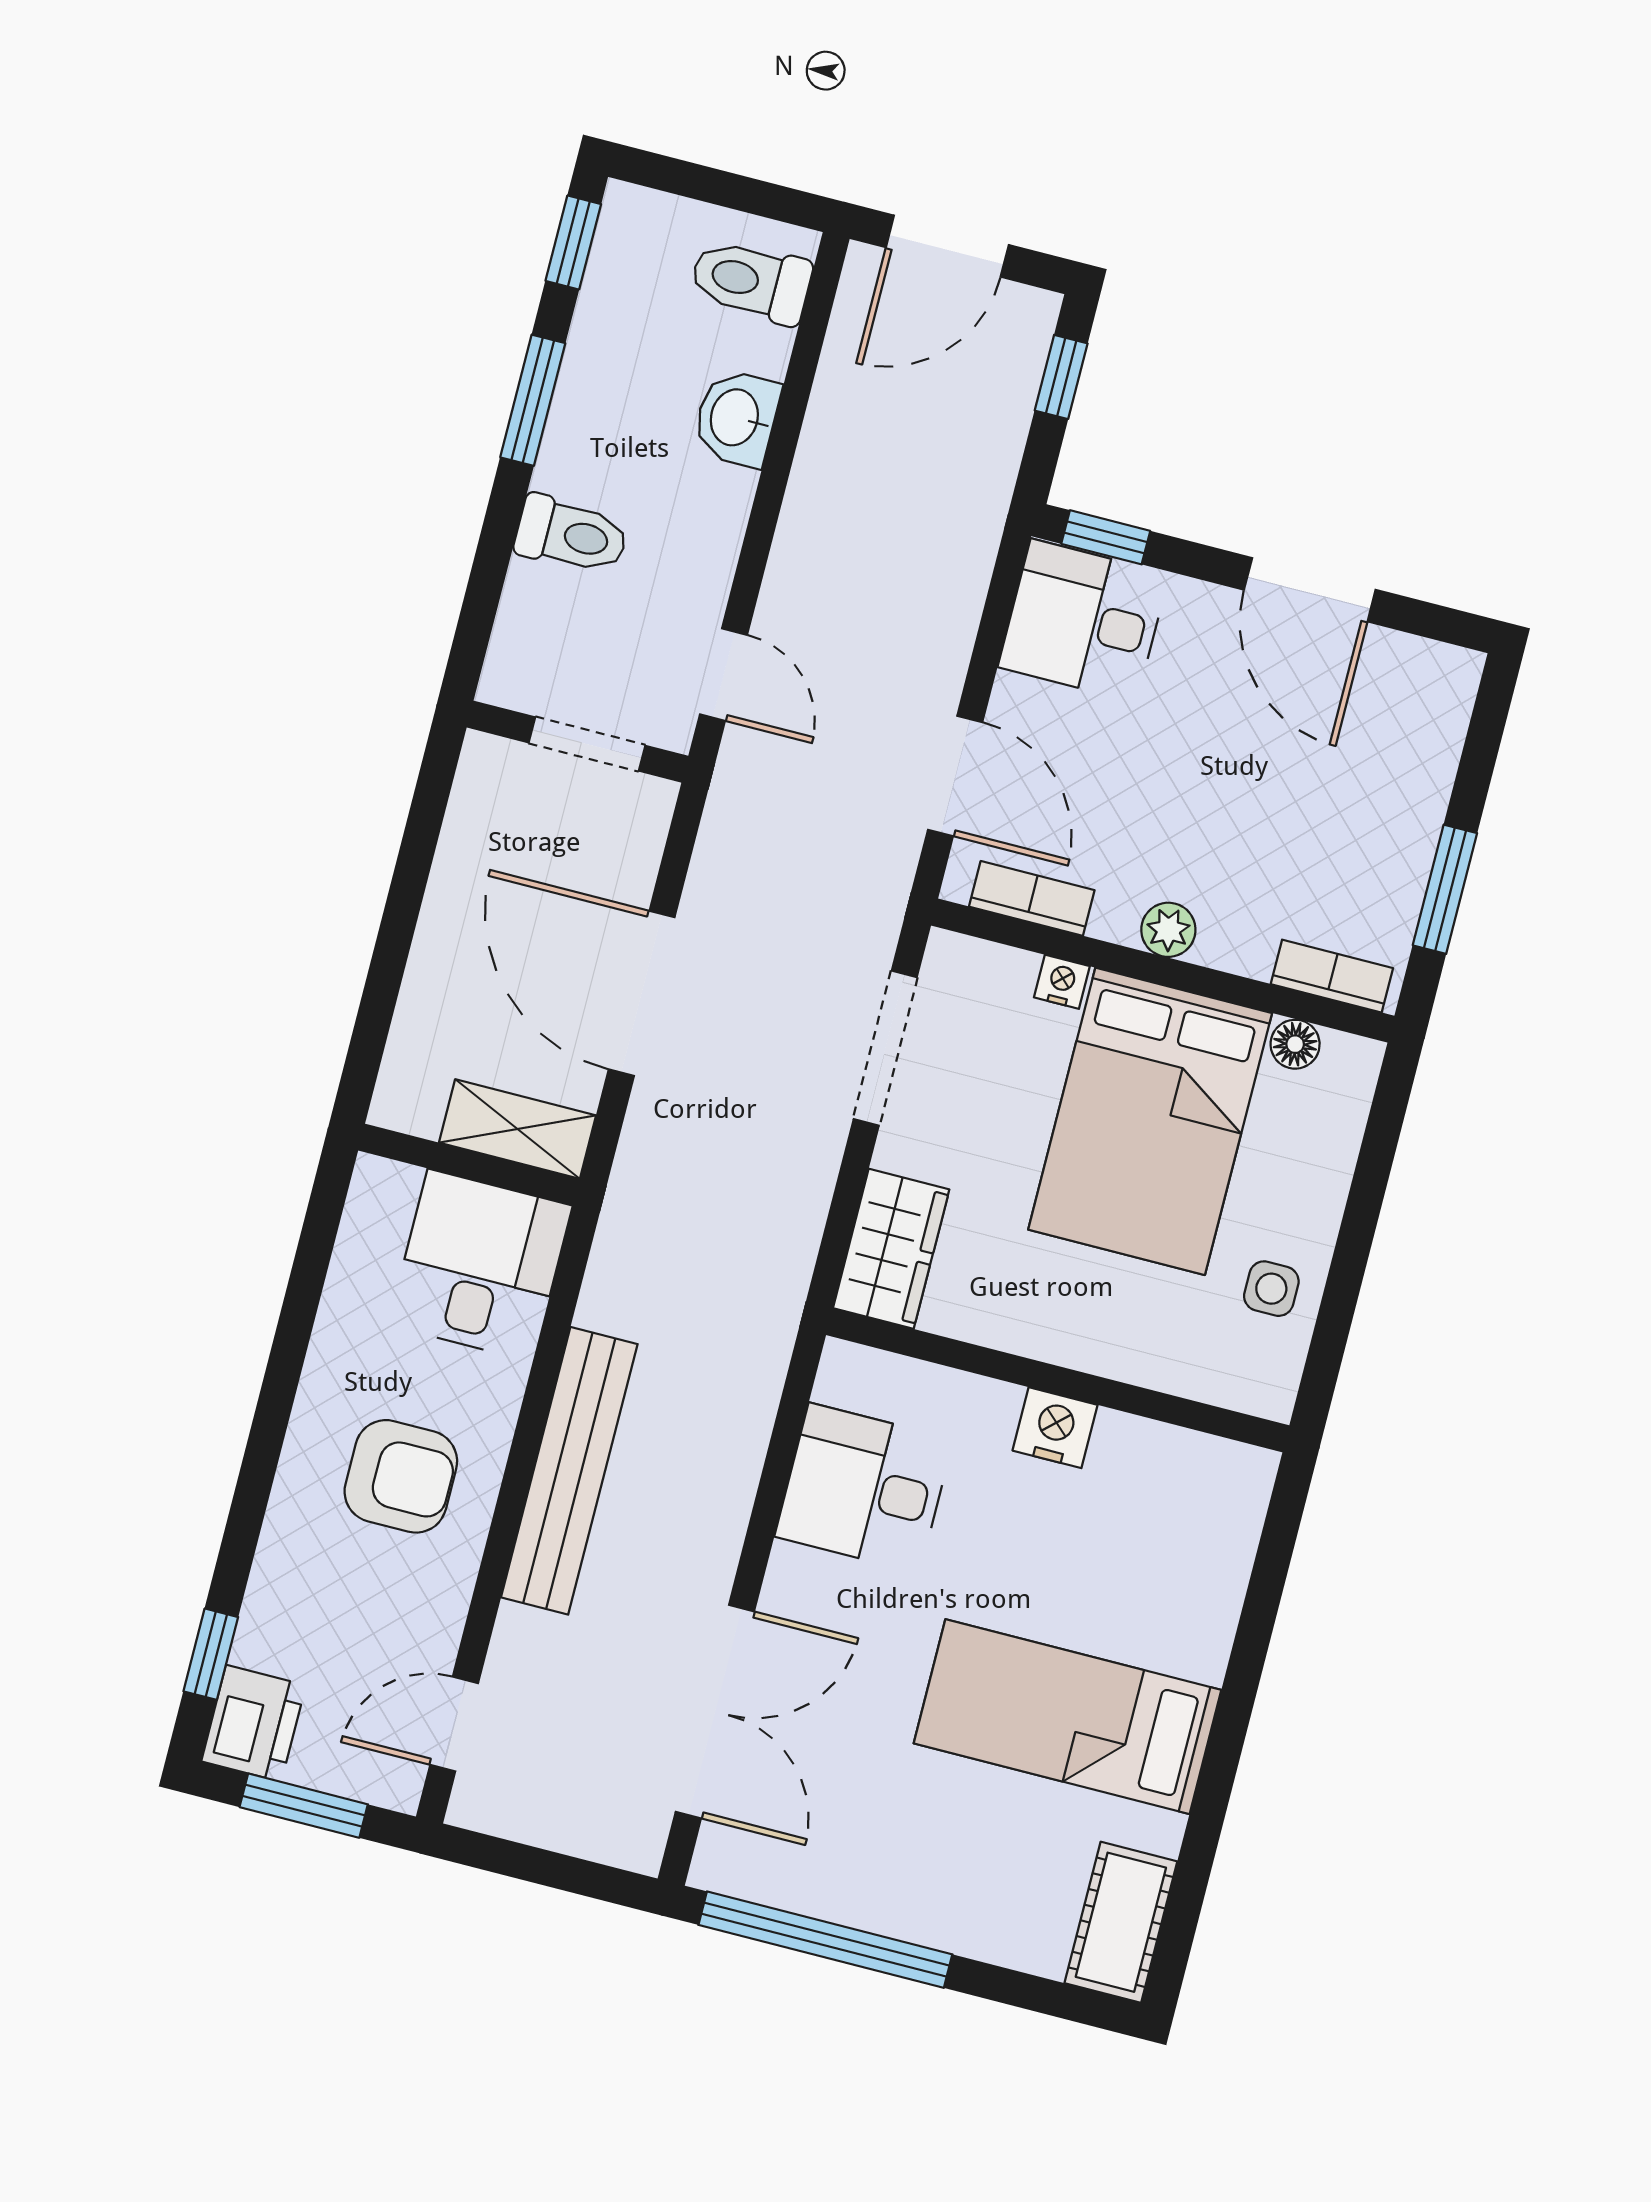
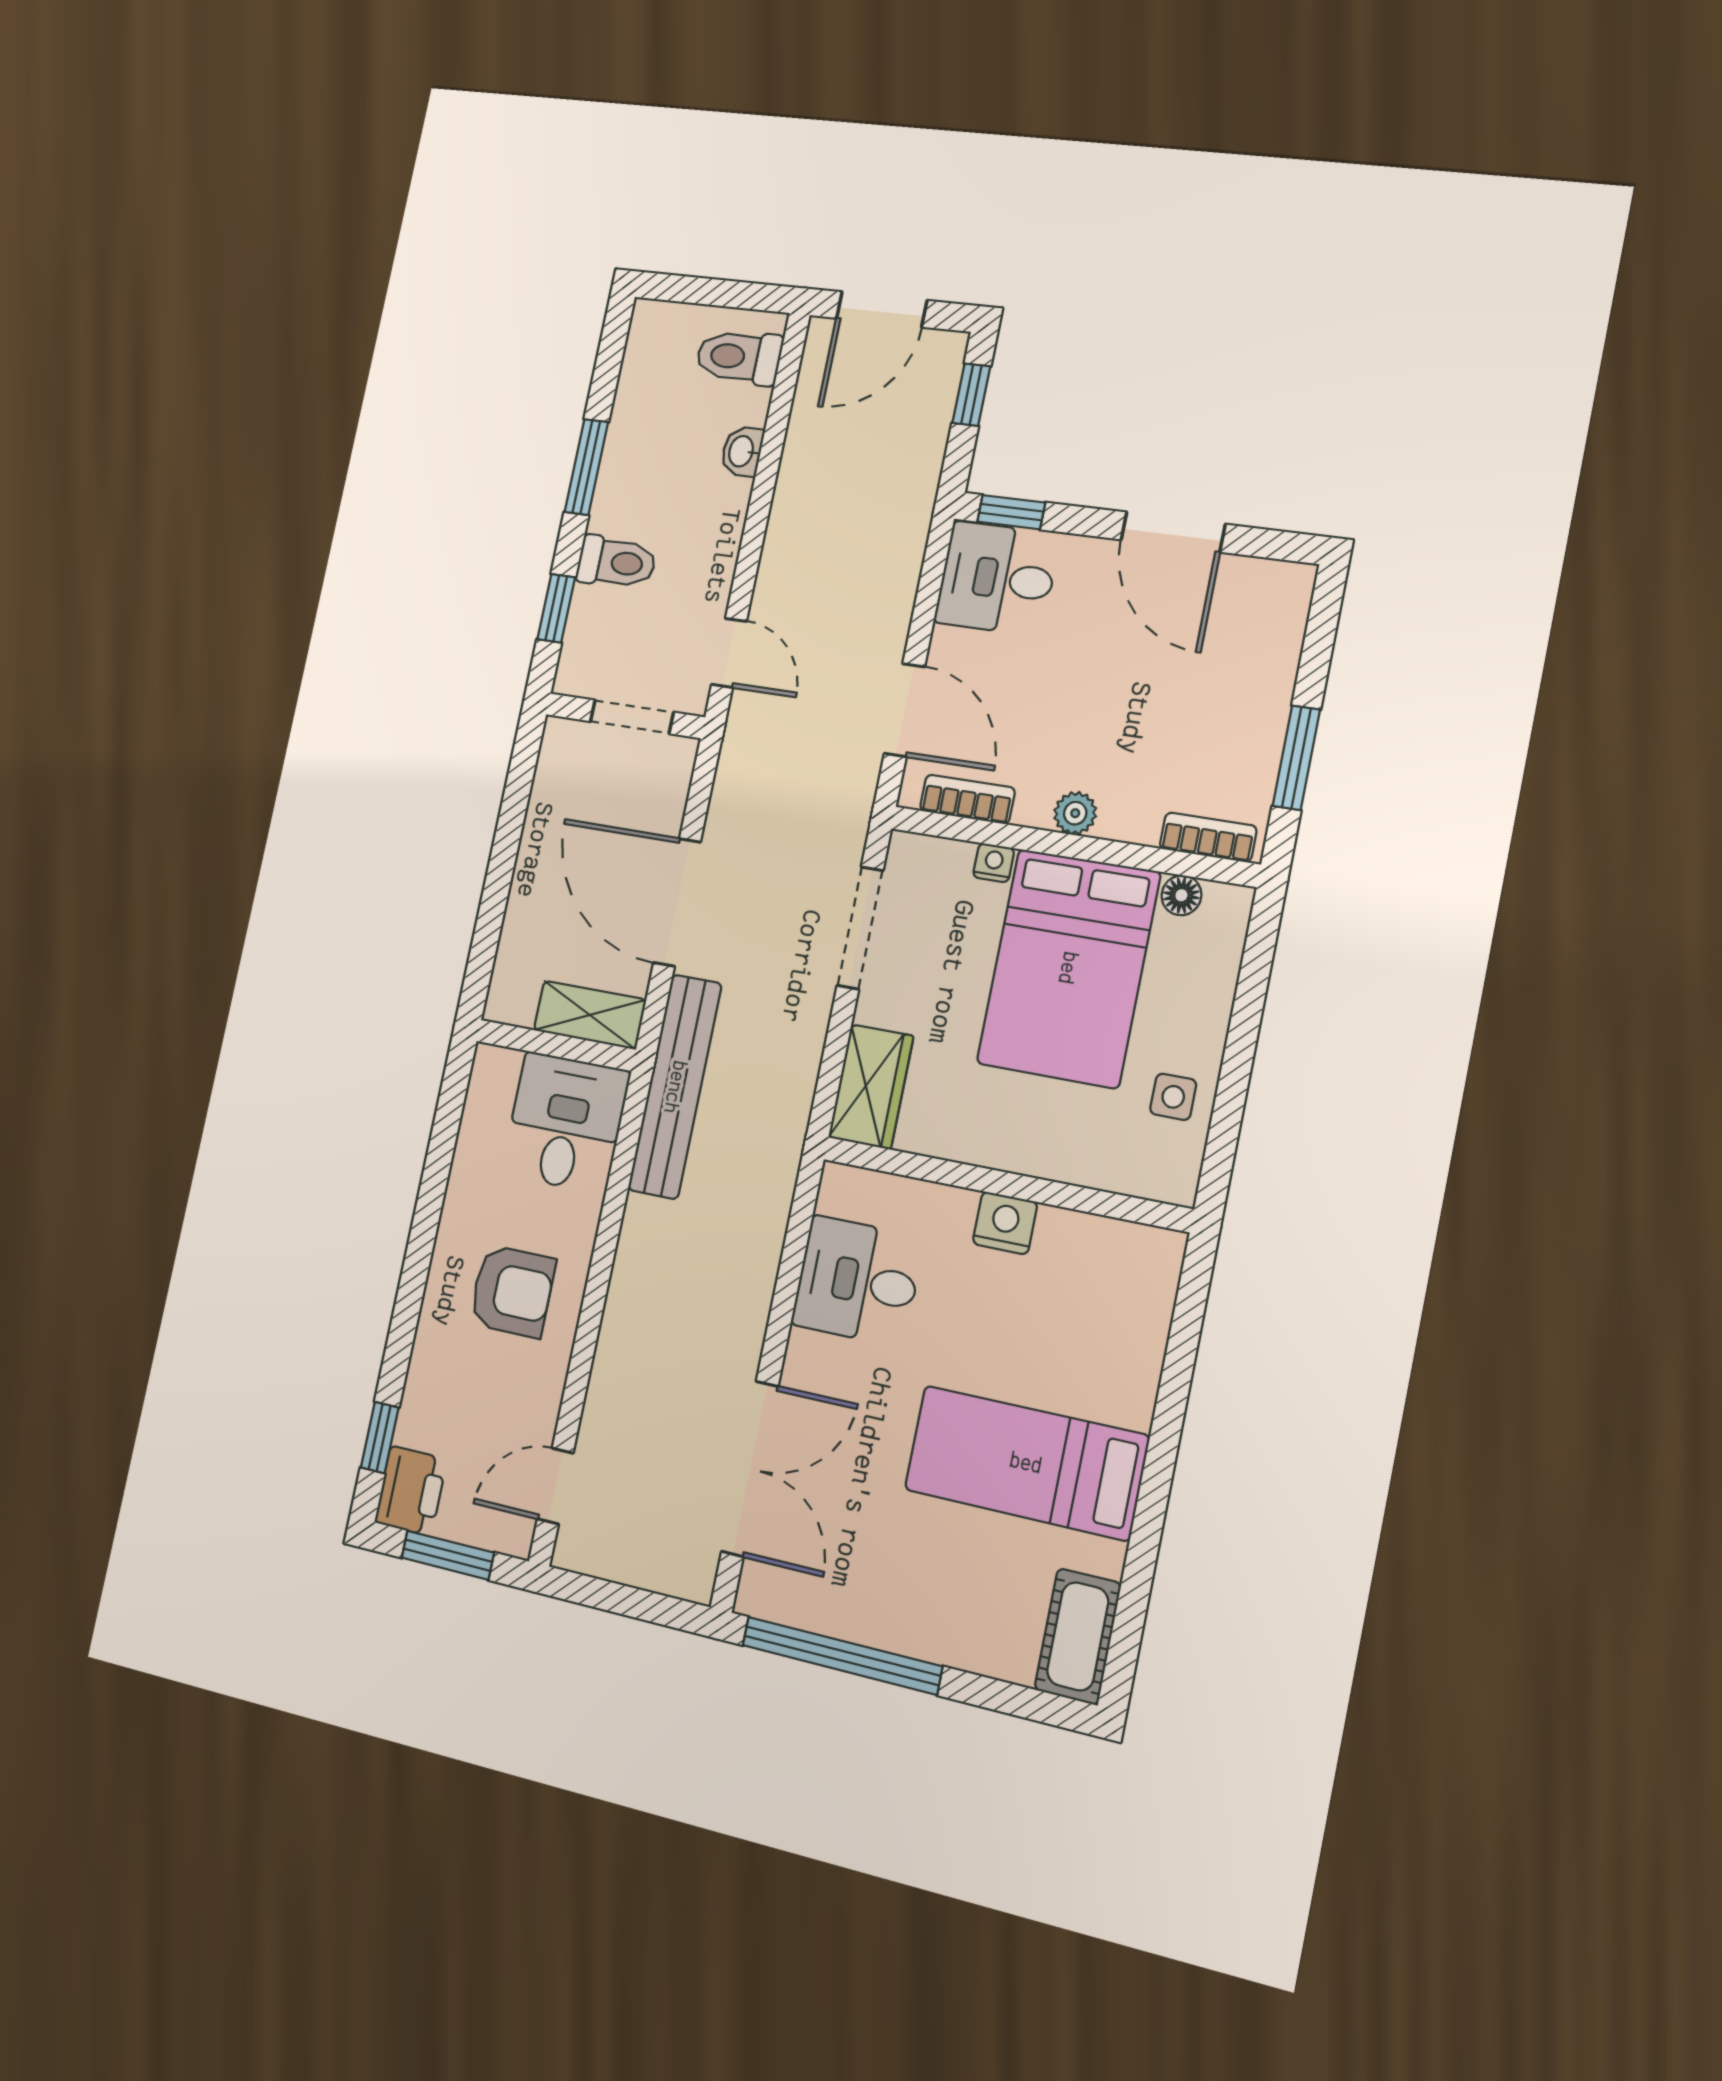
window: (573, 243) -> (556, 608), moved
washbasin: (736, 418) -> (742, 451), width x0.72, depth x0.69
bench: (569, 1471) -> (675, 1087), moved

